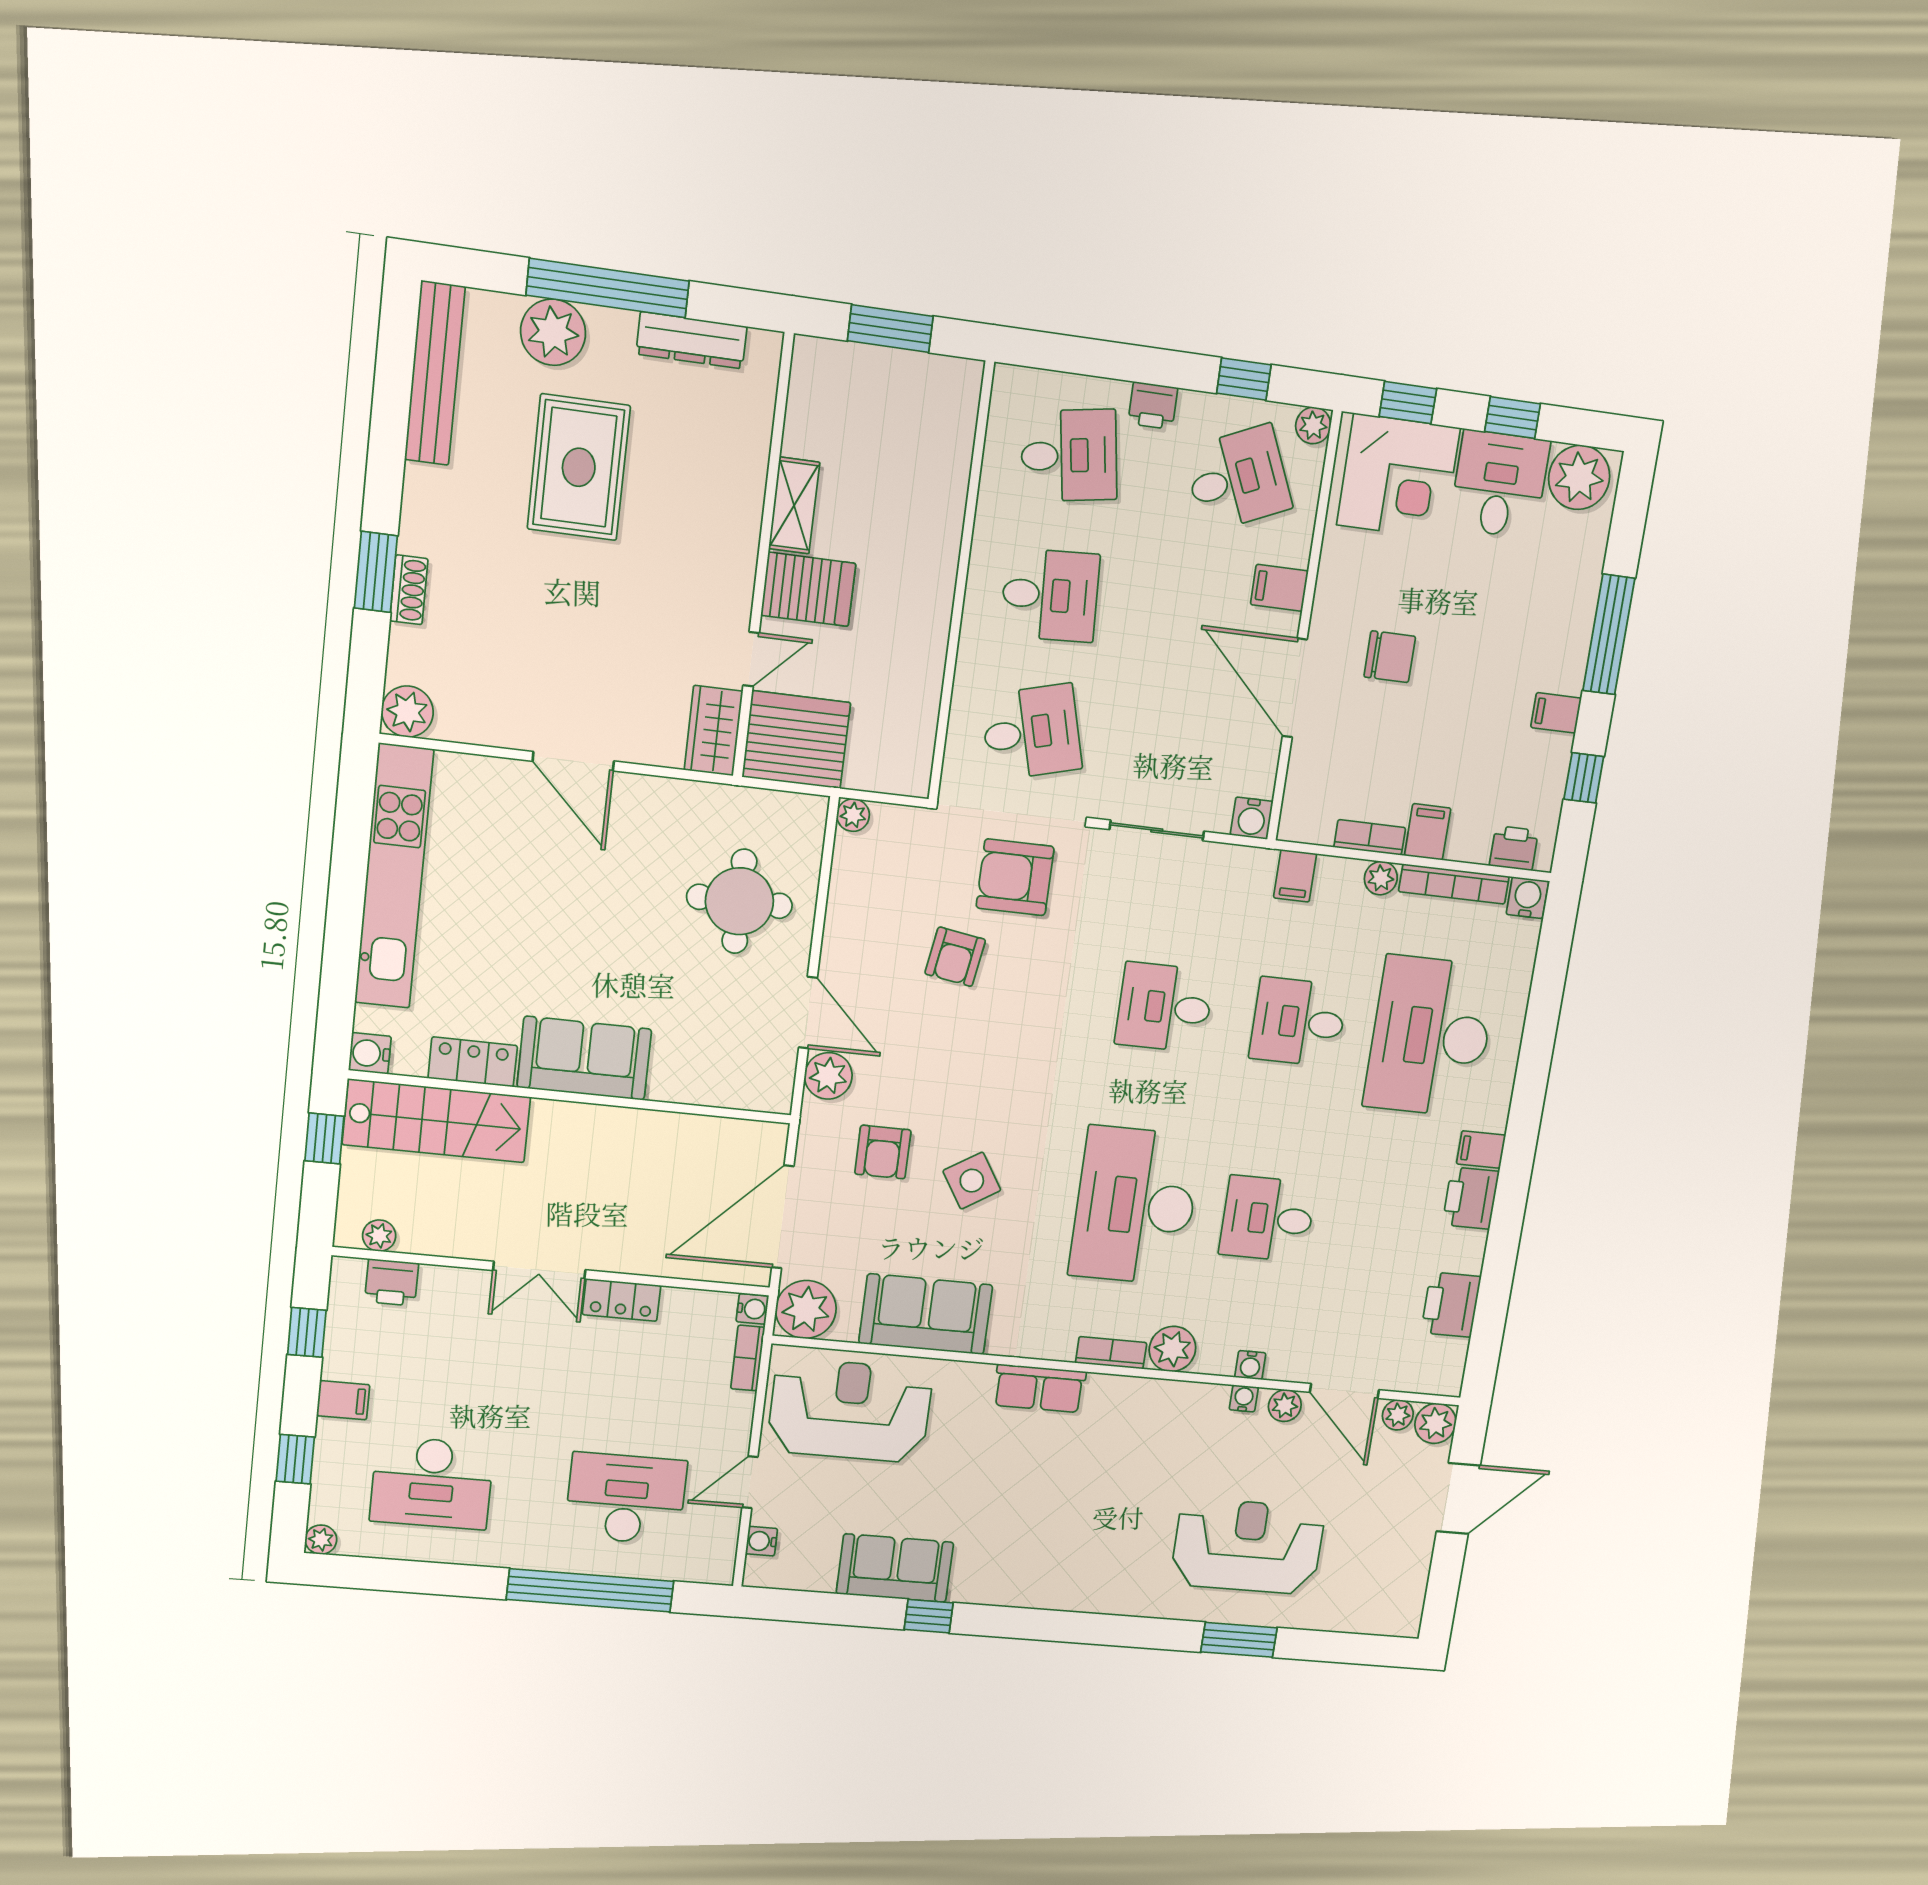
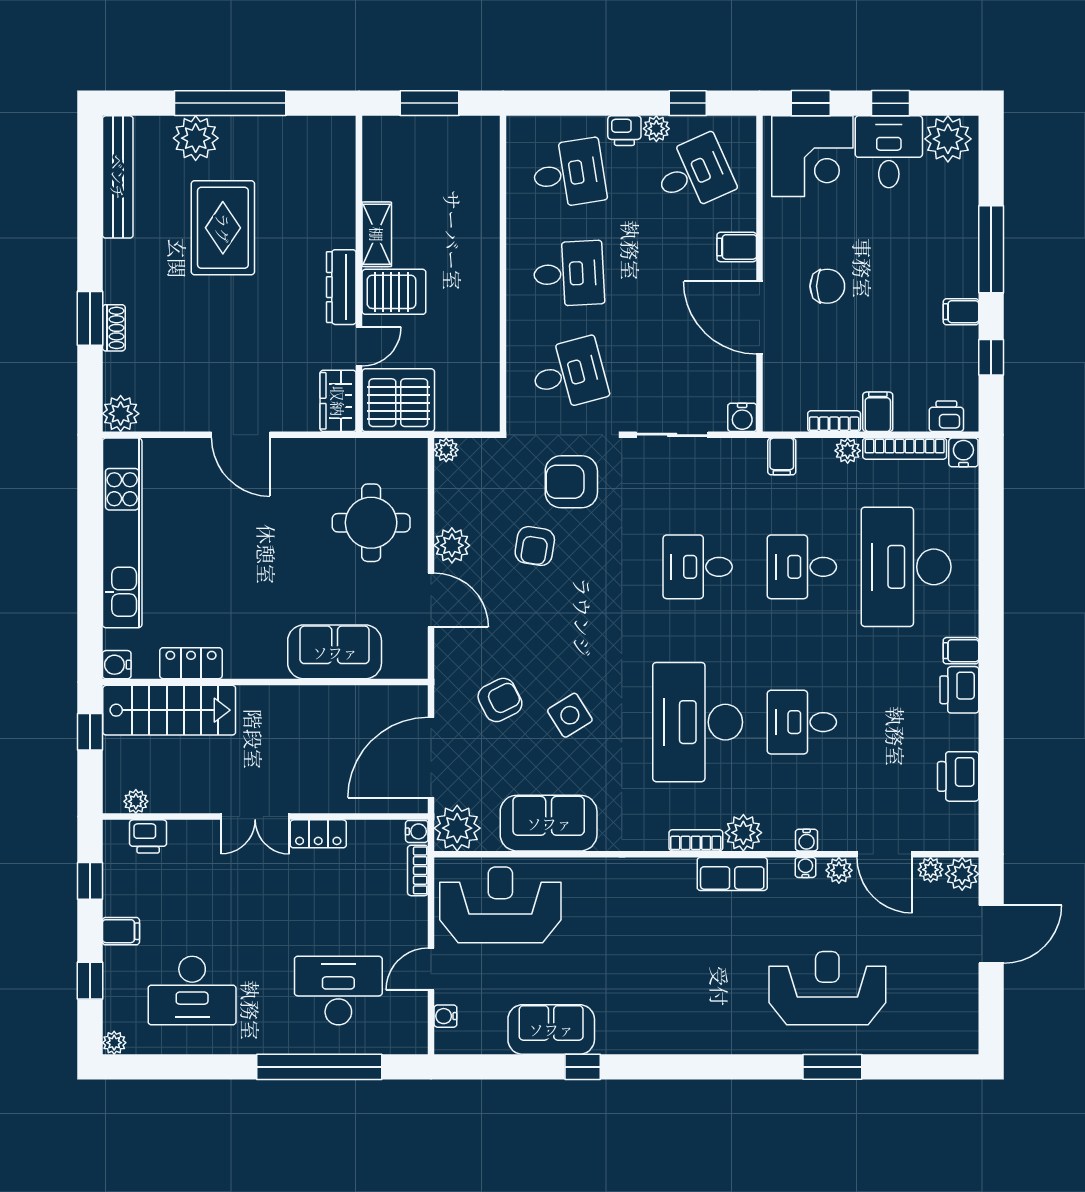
dresser: (692, 340) -> (341, 287), moved, turned 90
plant: (1313, 425) -> (656, 129), moved
sofa: (584, 1058) -> (335, 652), moved
plant: (828, 1076) -> (452, 545), moved
armchair: (883, 1152) -> (500, 700), turned -117
row of seats: (1039, 1388) -> (732, 874), moved

